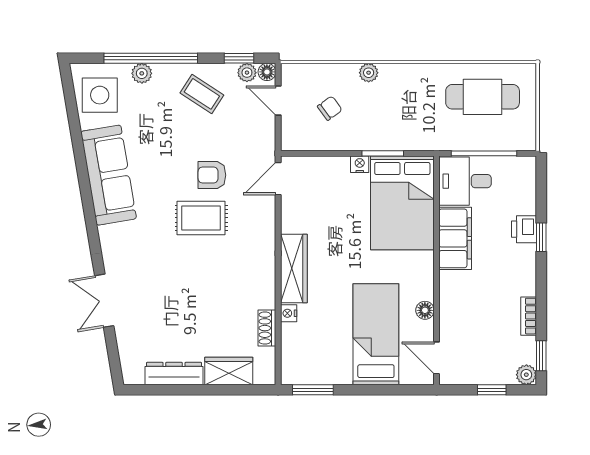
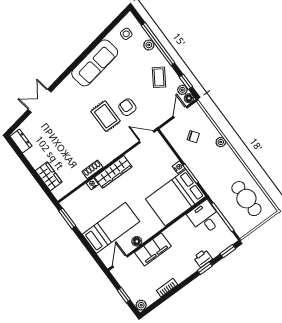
side table: (100, 95) -> (126, 34), width x0.54, depth x0.54
filing cabinet: (455, 238) -> (153, 249), moved
shoe rack: (267, 328) -> (92, 169), moved
window: (541, 356) -> (228, 251), moved
dresser: (174, 374) -> (21, 141), moved, width x0.70

